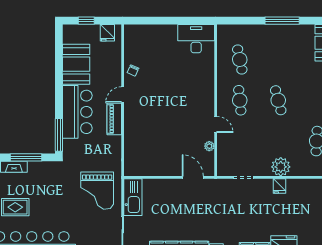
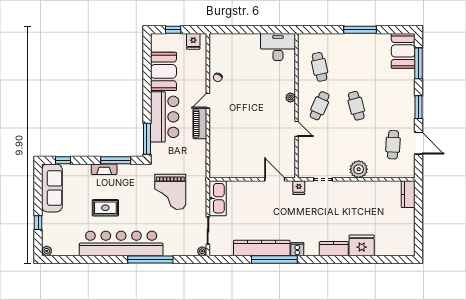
cafe table: (240, 100) -> (320, 106), turned 30
plant: (209, 146) -> (290, 98), moved
fridge: (279, 186) -> (299, 188), moved
grand piano: (97, 191) -> (170, 192), moved

